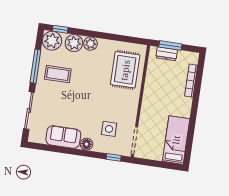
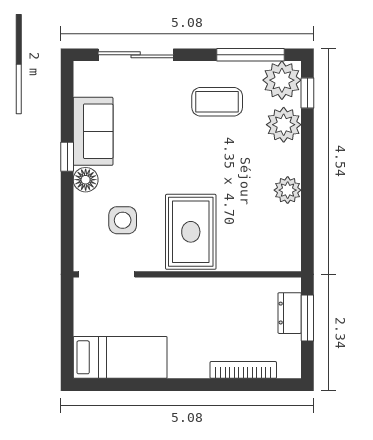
plant: (90, 44) -> (288, 190), moved
window: (35, 66) -> (250, 55), moved
rug: (125, 70) -> (191, 232), moved, turned 90
coffee table: (58, 74) -> (217, 102), turned 90
window: (114, 157) -> (67, 157), moved

